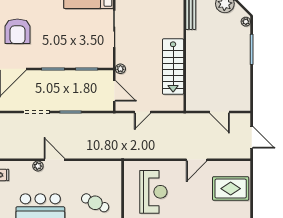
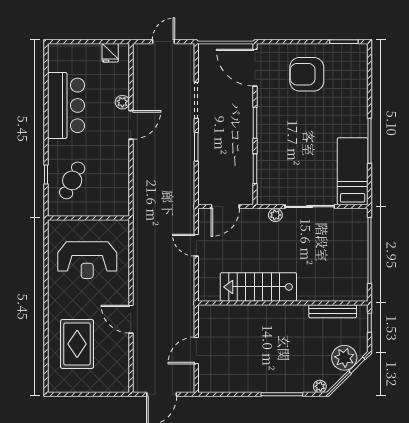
plant: (120, 69) -> (275, 215), moved
rug: (231, 189) -> (77, 344), moved

